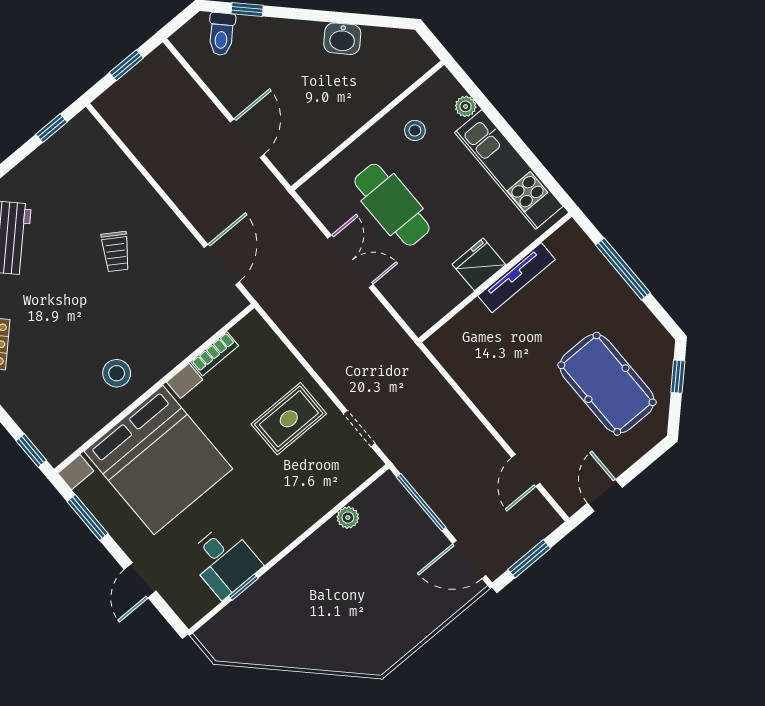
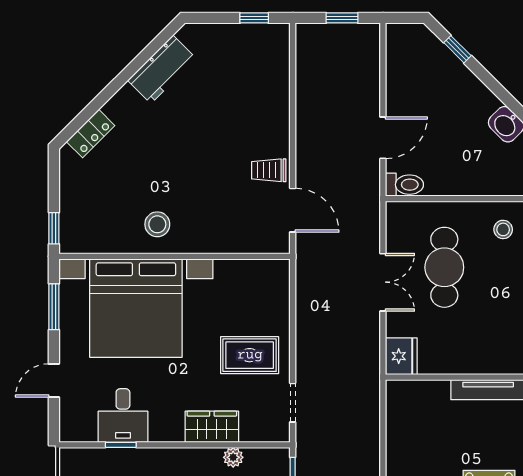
toilet: (221, 34) -> (404, 185), moved, turned -135
trolley: (116, 252) -> (269, 170), moved, turned 57
fridge: (479, 264) -> (401, 356), moved, turned 90
door: (222, 265) -> (293, 210), hinge flipped
bookcase: (215, 354) -> (236, 267), removed
wardrobe: (308, 507) -> (212, 427), added

